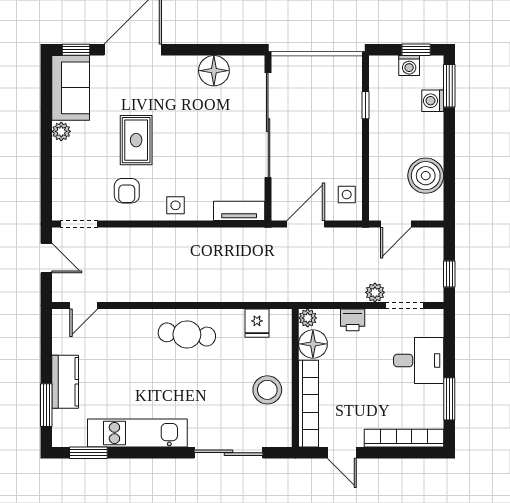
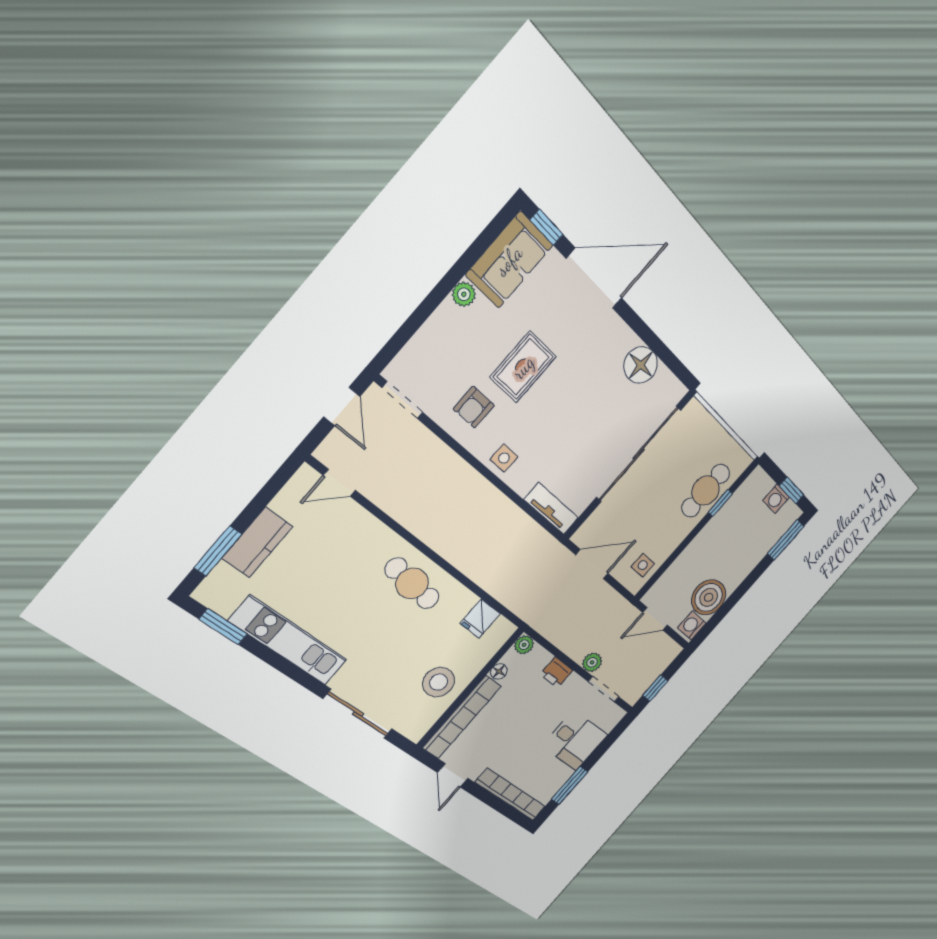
washing machine: (433, 101) -> (692, 626), moved
cafe table: (345, 107) -> (706, 491), added
floor lamp: (313, 344) -> (499, 671), width x0.53, depth x0.53

